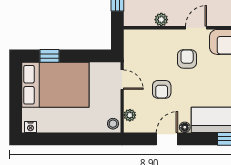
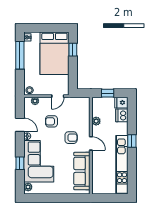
window: (58, 139) -> (20, 55), added

